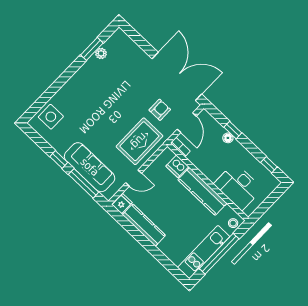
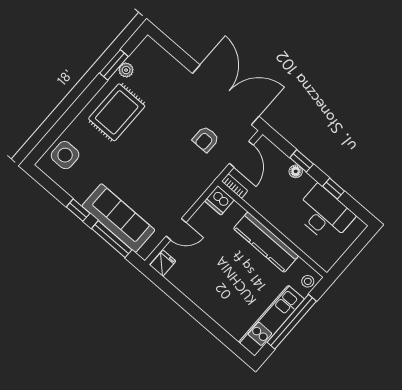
armchair: (160, 110) -> (206, 139), turned 180
rug: (139, 141) -> (117, 112), moved
window: (269, 165) -> (333, 189), moved
dishwasher: (177, 166) -> (219, 200), moved
desk: (238, 186) -> (324, 214), moved, turned 180
kitchen counter: (144, 225) -> (193, 289), removed

